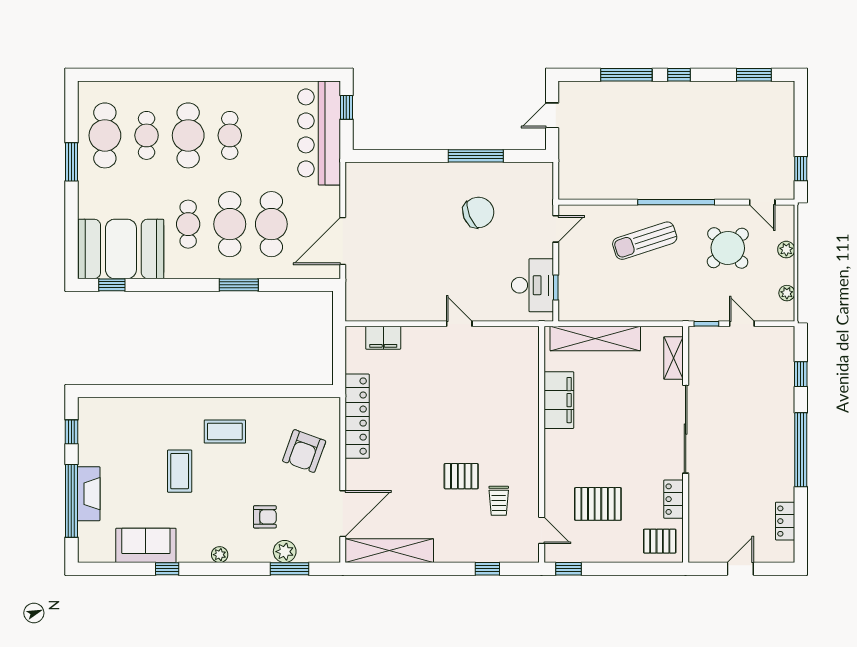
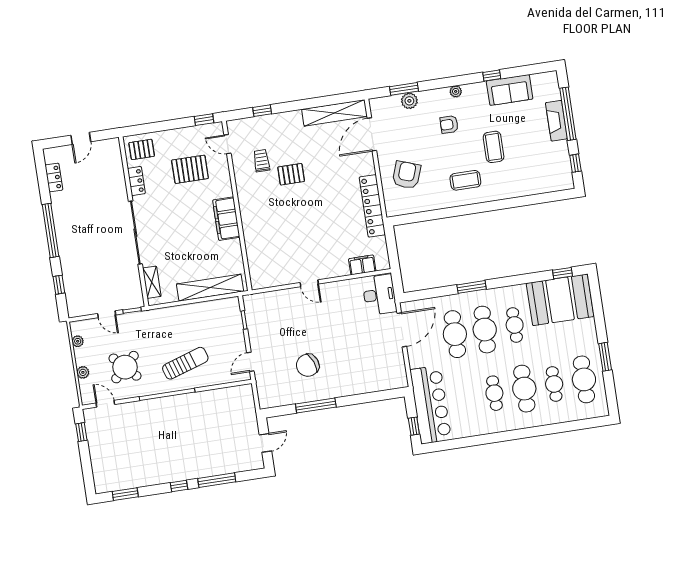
desk: (532, 285) -> (379, 295), moved, turned 180
filing cabinet: (559, 400) -> (226, 219), moved
armchair: (265, 517) -> (449, 124), moved

